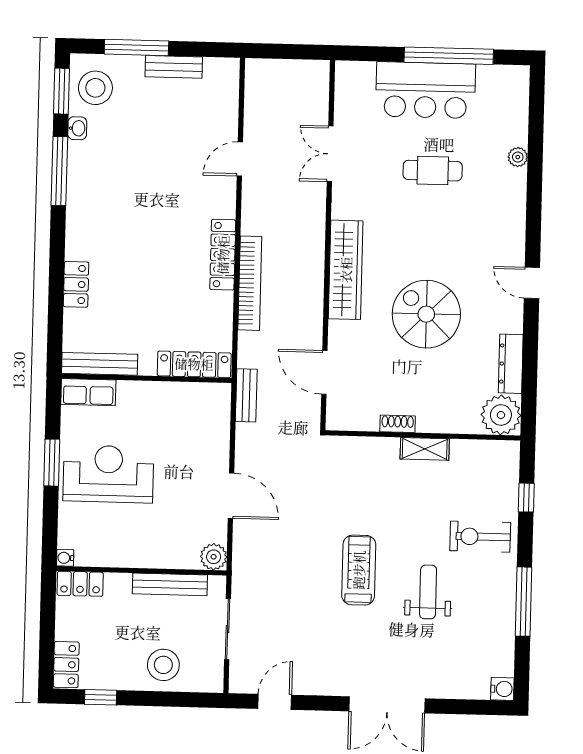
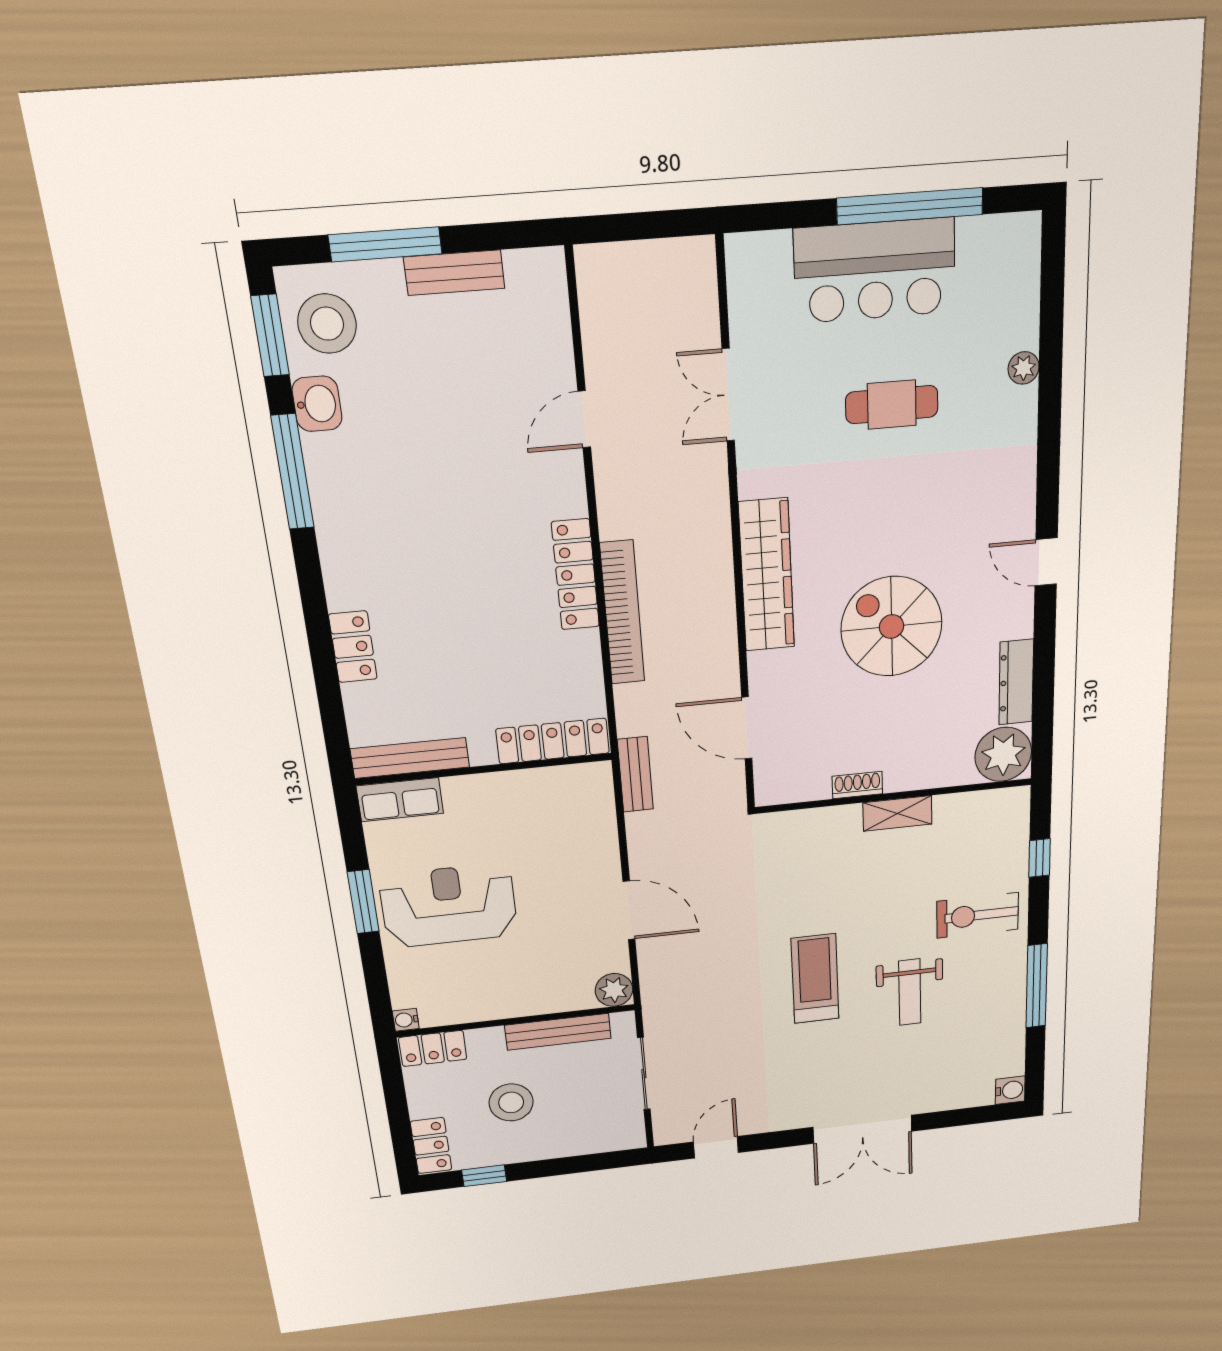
washbasin: (77, 128) -> (317, 404), width x1.38, depth x1.45
weight bench: (428, 592) -> (910, 992), turned 180
stool: (163, 665) -> (511, 1102), moved

